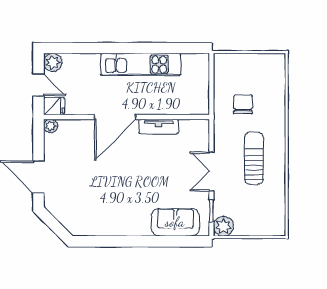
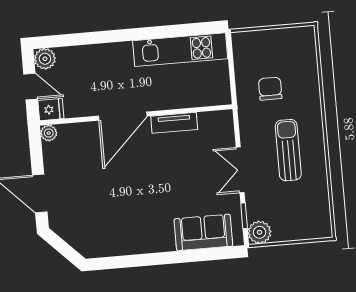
kitchen unit: (141, 64) -> (180, 50), moved

